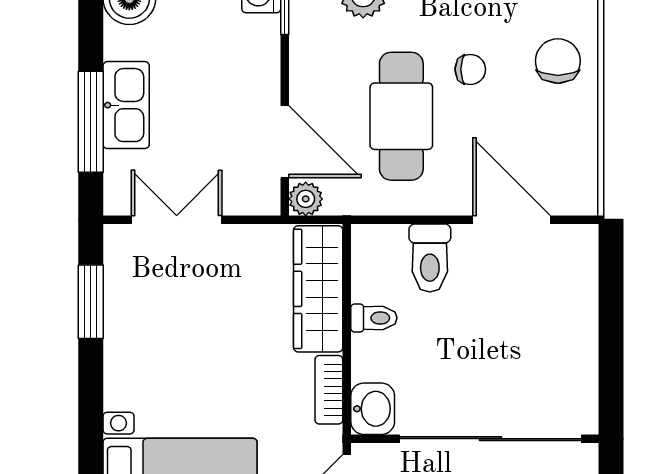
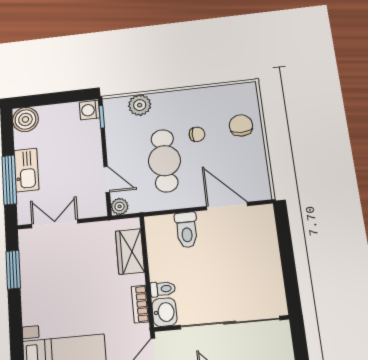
door: (285, 142) -> (107, 179), width x0.73
wardrobe: (318, 289) -> (130, 251), width x0.67
toilet: (374, 318) -> (163, 289), moved

